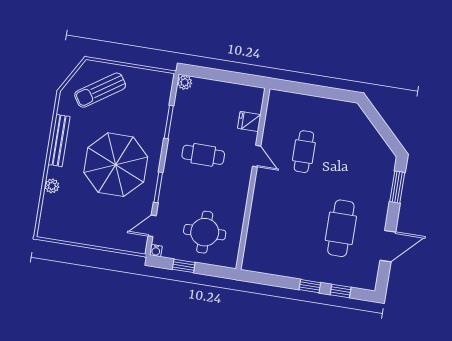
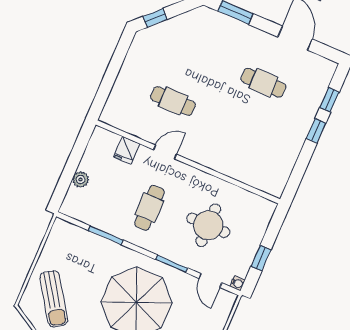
plant: (185, 82) -> (81, 179), moved
window: (374, 117) -> (155, 18), added
cafe table: (341, 228) -> (264, 83), width x0.73, depth x0.74
round table: (205, 232) -> (208, 225), moved

